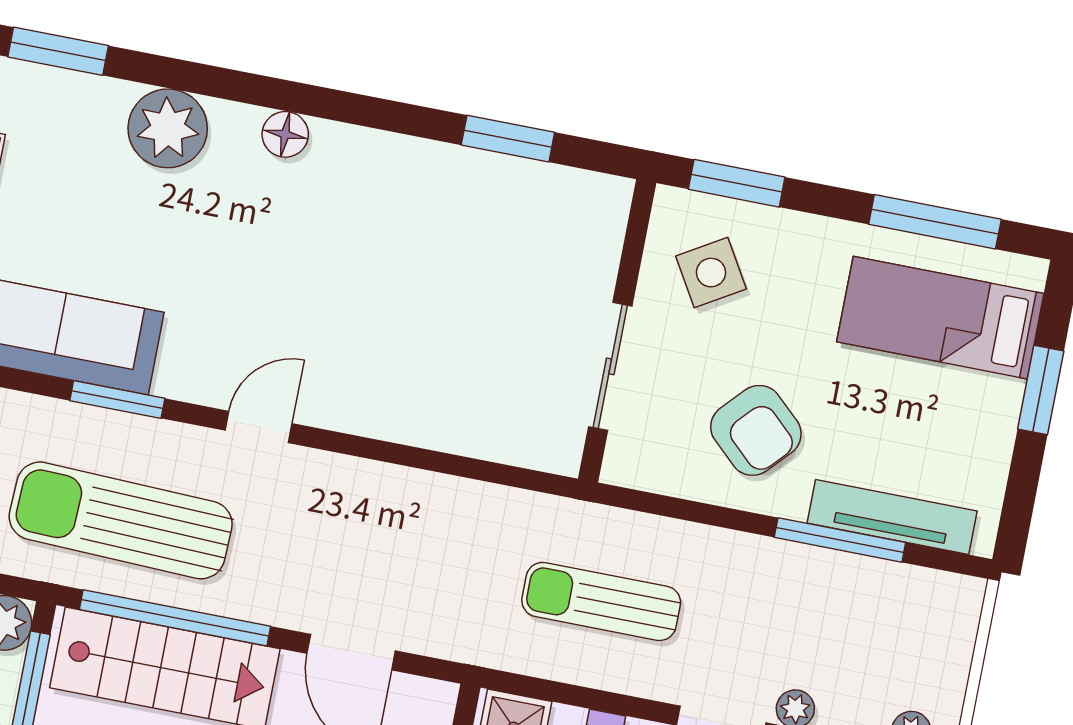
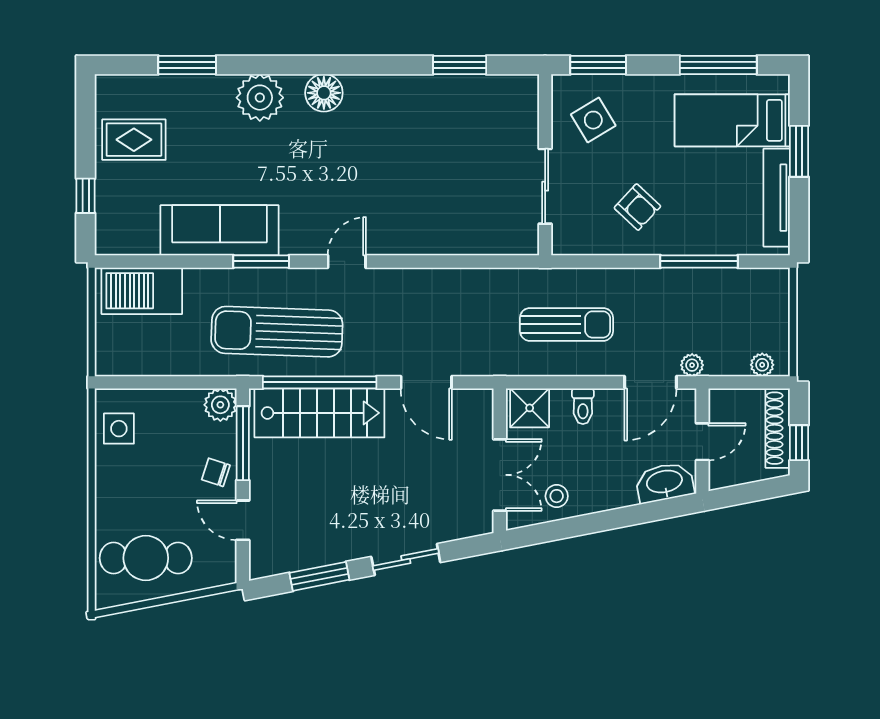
floor lamp: (285, 134) -> (324, 93), width x1.38, depth x1.38
armchair: (756, 430) -> (637, 207), width x0.72, depth x0.72
tv unit: (892, 517) -> (777, 198), moved, turned -90
sun lounger: (601, 601) -> (566, 324), turned 180

